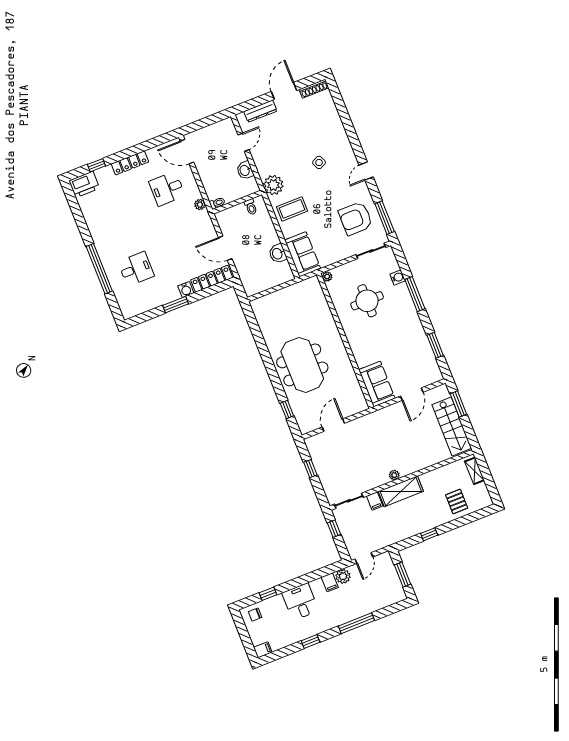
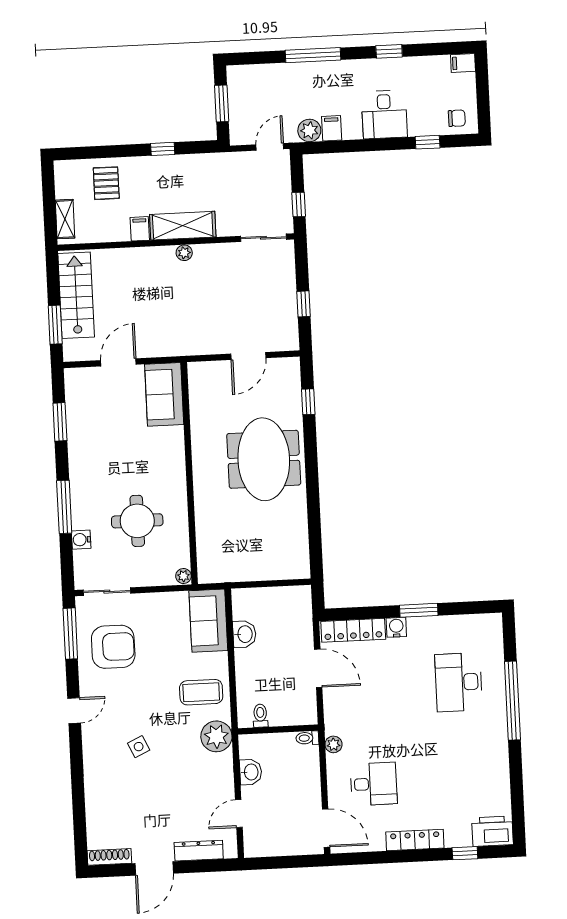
desk: (136, 269) -> (459, 682), width x1.37
filing cabinet: (375, 501) -> (140, 229), moved

